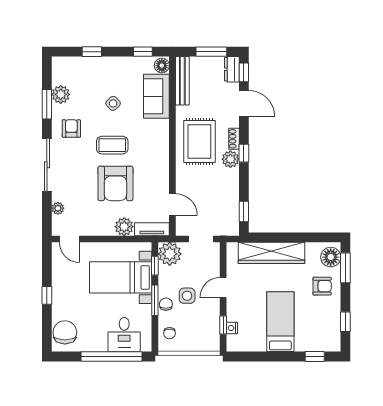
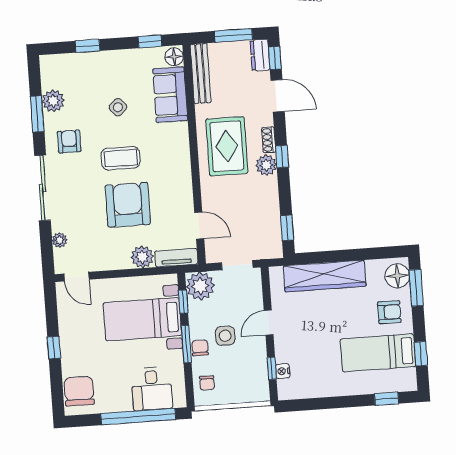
armchair: (115, 183) -> (128, 205), turned 180
bed: (280, 322) -> (378, 353), moved, turned -90

